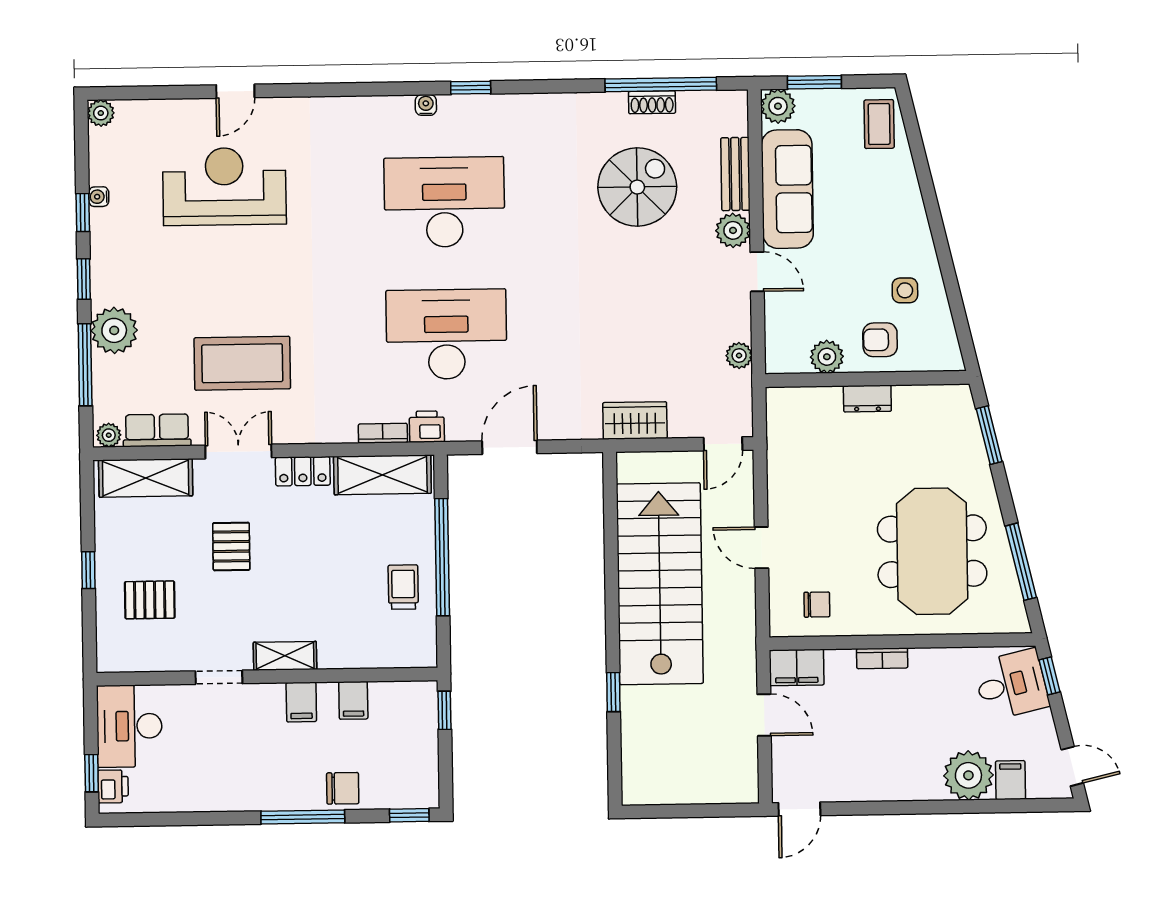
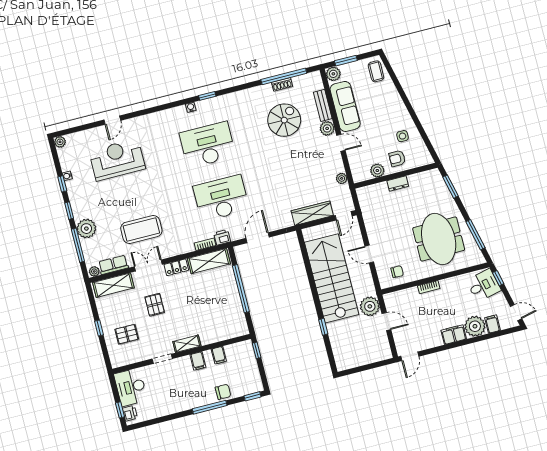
wardrobe: (635, 420) -> (312, 213), width x1.50
trolley: (403, 587) -> (228, 305), removed
filing cabinet: (797, 667) -> (454, 335), moved, turned 180
plant: (734, 670) -> (370, 306), added

